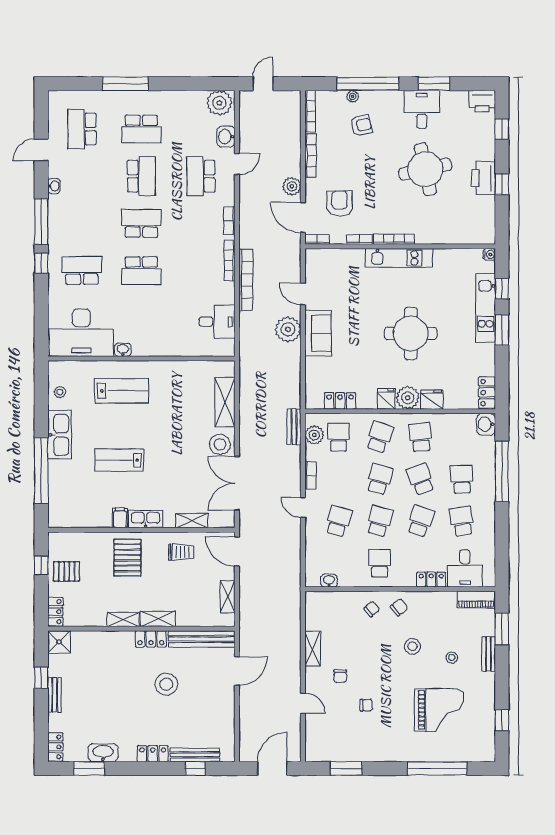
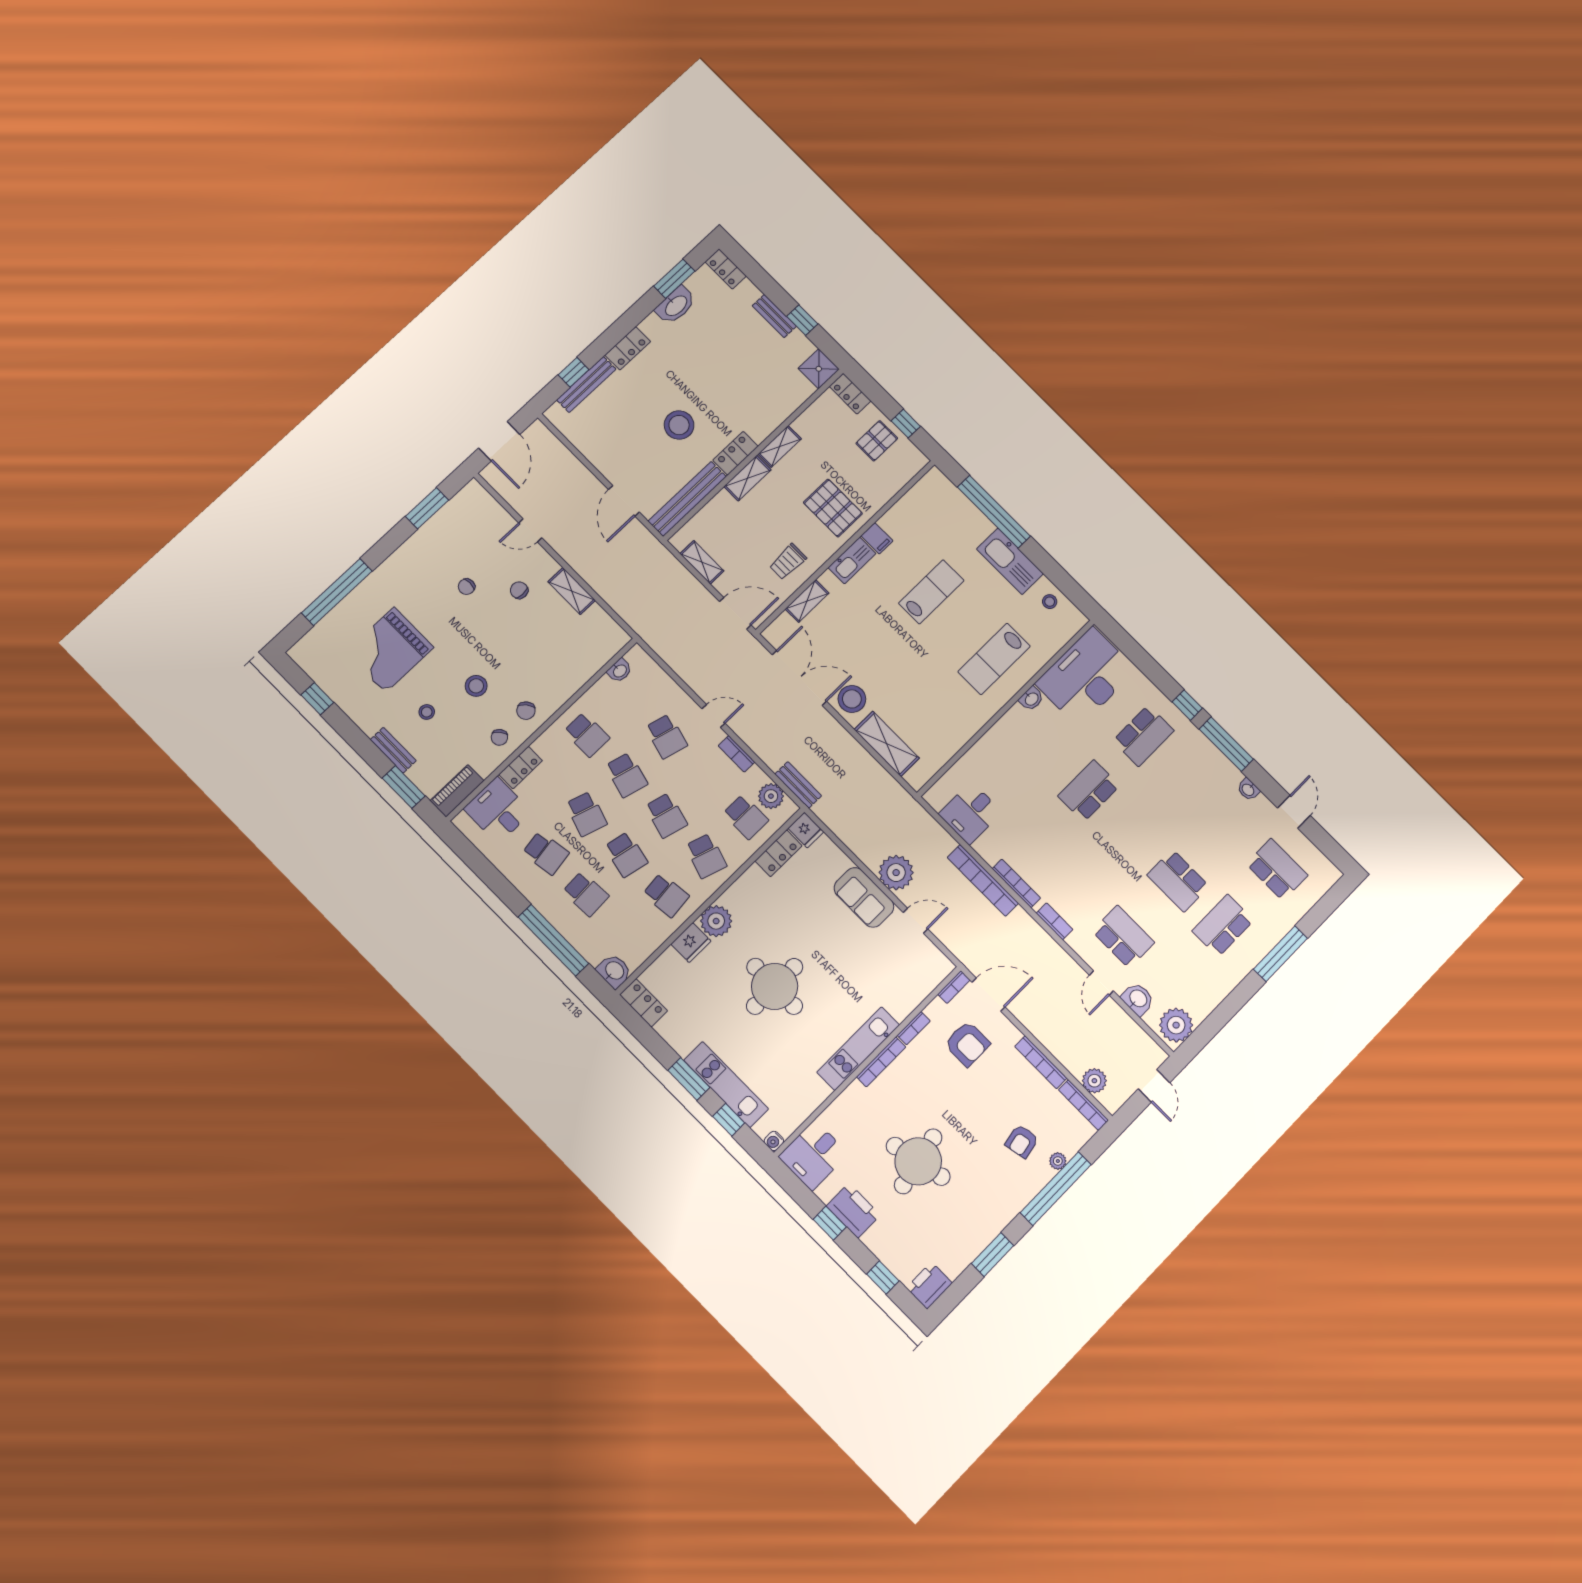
desk: (422, 109) -> (813, 1155), moved, turned 90
plant: (292, 186) -> (1094, 1081), moved
school desk: (141, 223) -> (1133, 836), removed
fridge: (386, 399) -> (806, 830), moved
school desk: (421, 479) -> (626, 854), turned 33
chair: (372, 609) -> (499, 737), moved

